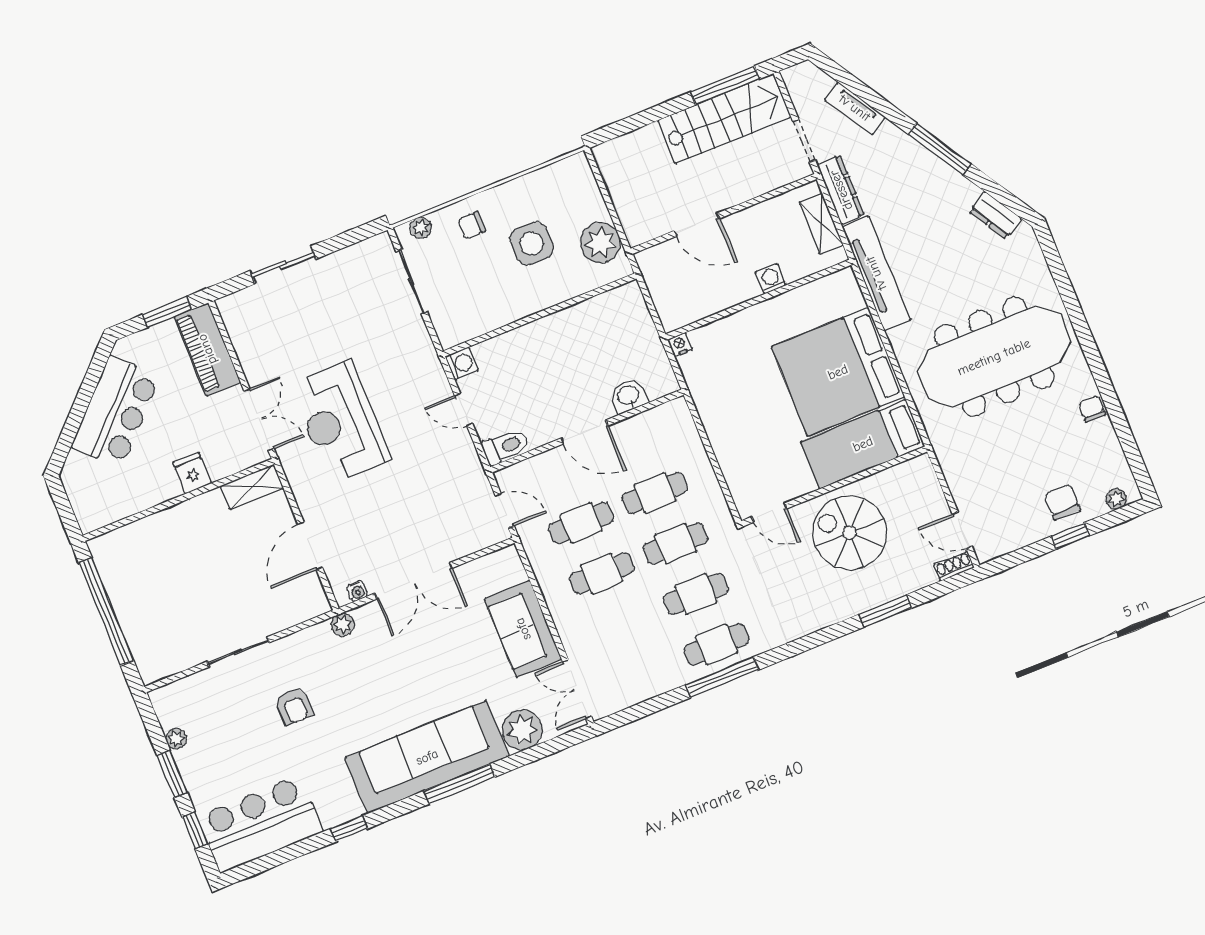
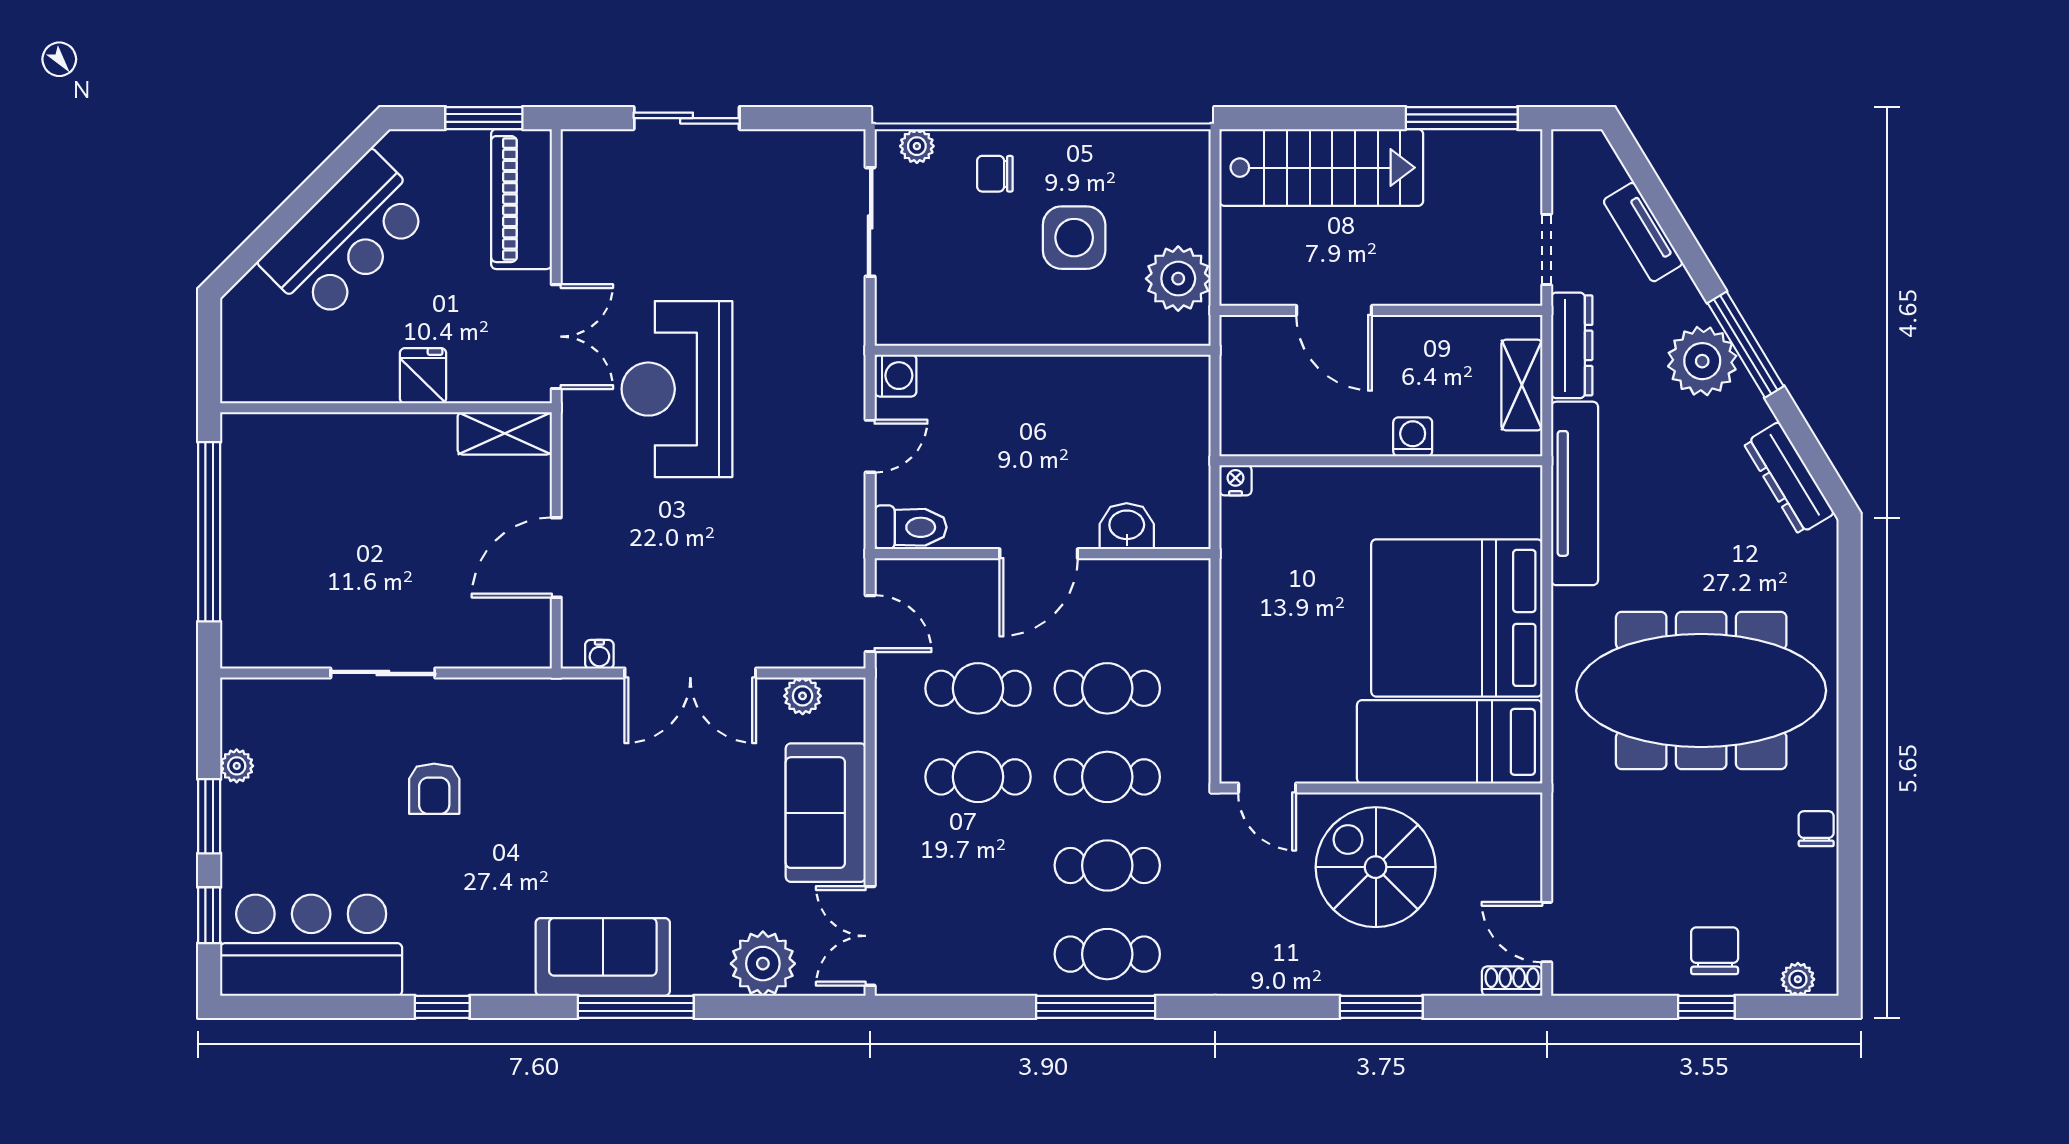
stairs: (724, 119) -> (1321, 168), moved
plant: (919, 168) -> (1702, 361), added
dresser: (995, 215) -> (1789, 478), width x1.44
door: (464, 410) -> (870, 446), swing flipped
door: (585, 432) -> (1039, 554), hinge flipped
plant: (343, 625) -> (803, 696), moved
sofa: (427, 757) -> (603, 957), width x0.54, depth x0.79

